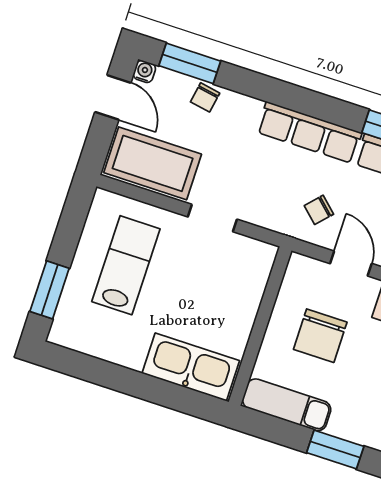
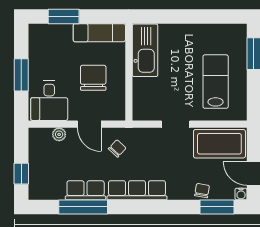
lab bench: (126, 265) -> (216, 82), turned 180
kitchen sink: (191, 367) -> (145, 50), moved, turned -90

